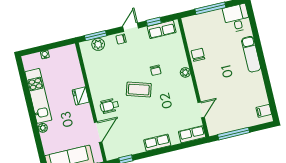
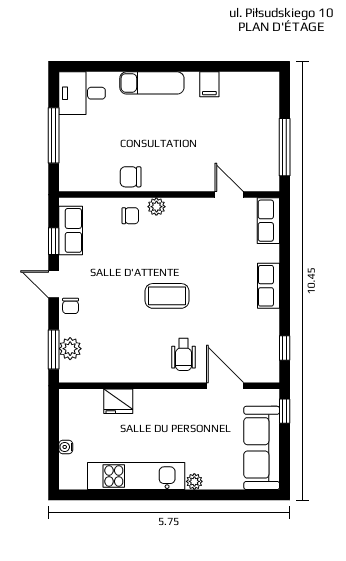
chair: (156, 70) -> (130, 216), moved
coffee table: (139, 90) -> (167, 296), turned 73
fridge: (81, 96) -> (118, 401), moved
filing cabinet: (264, 111) -> (209, 84), moved

